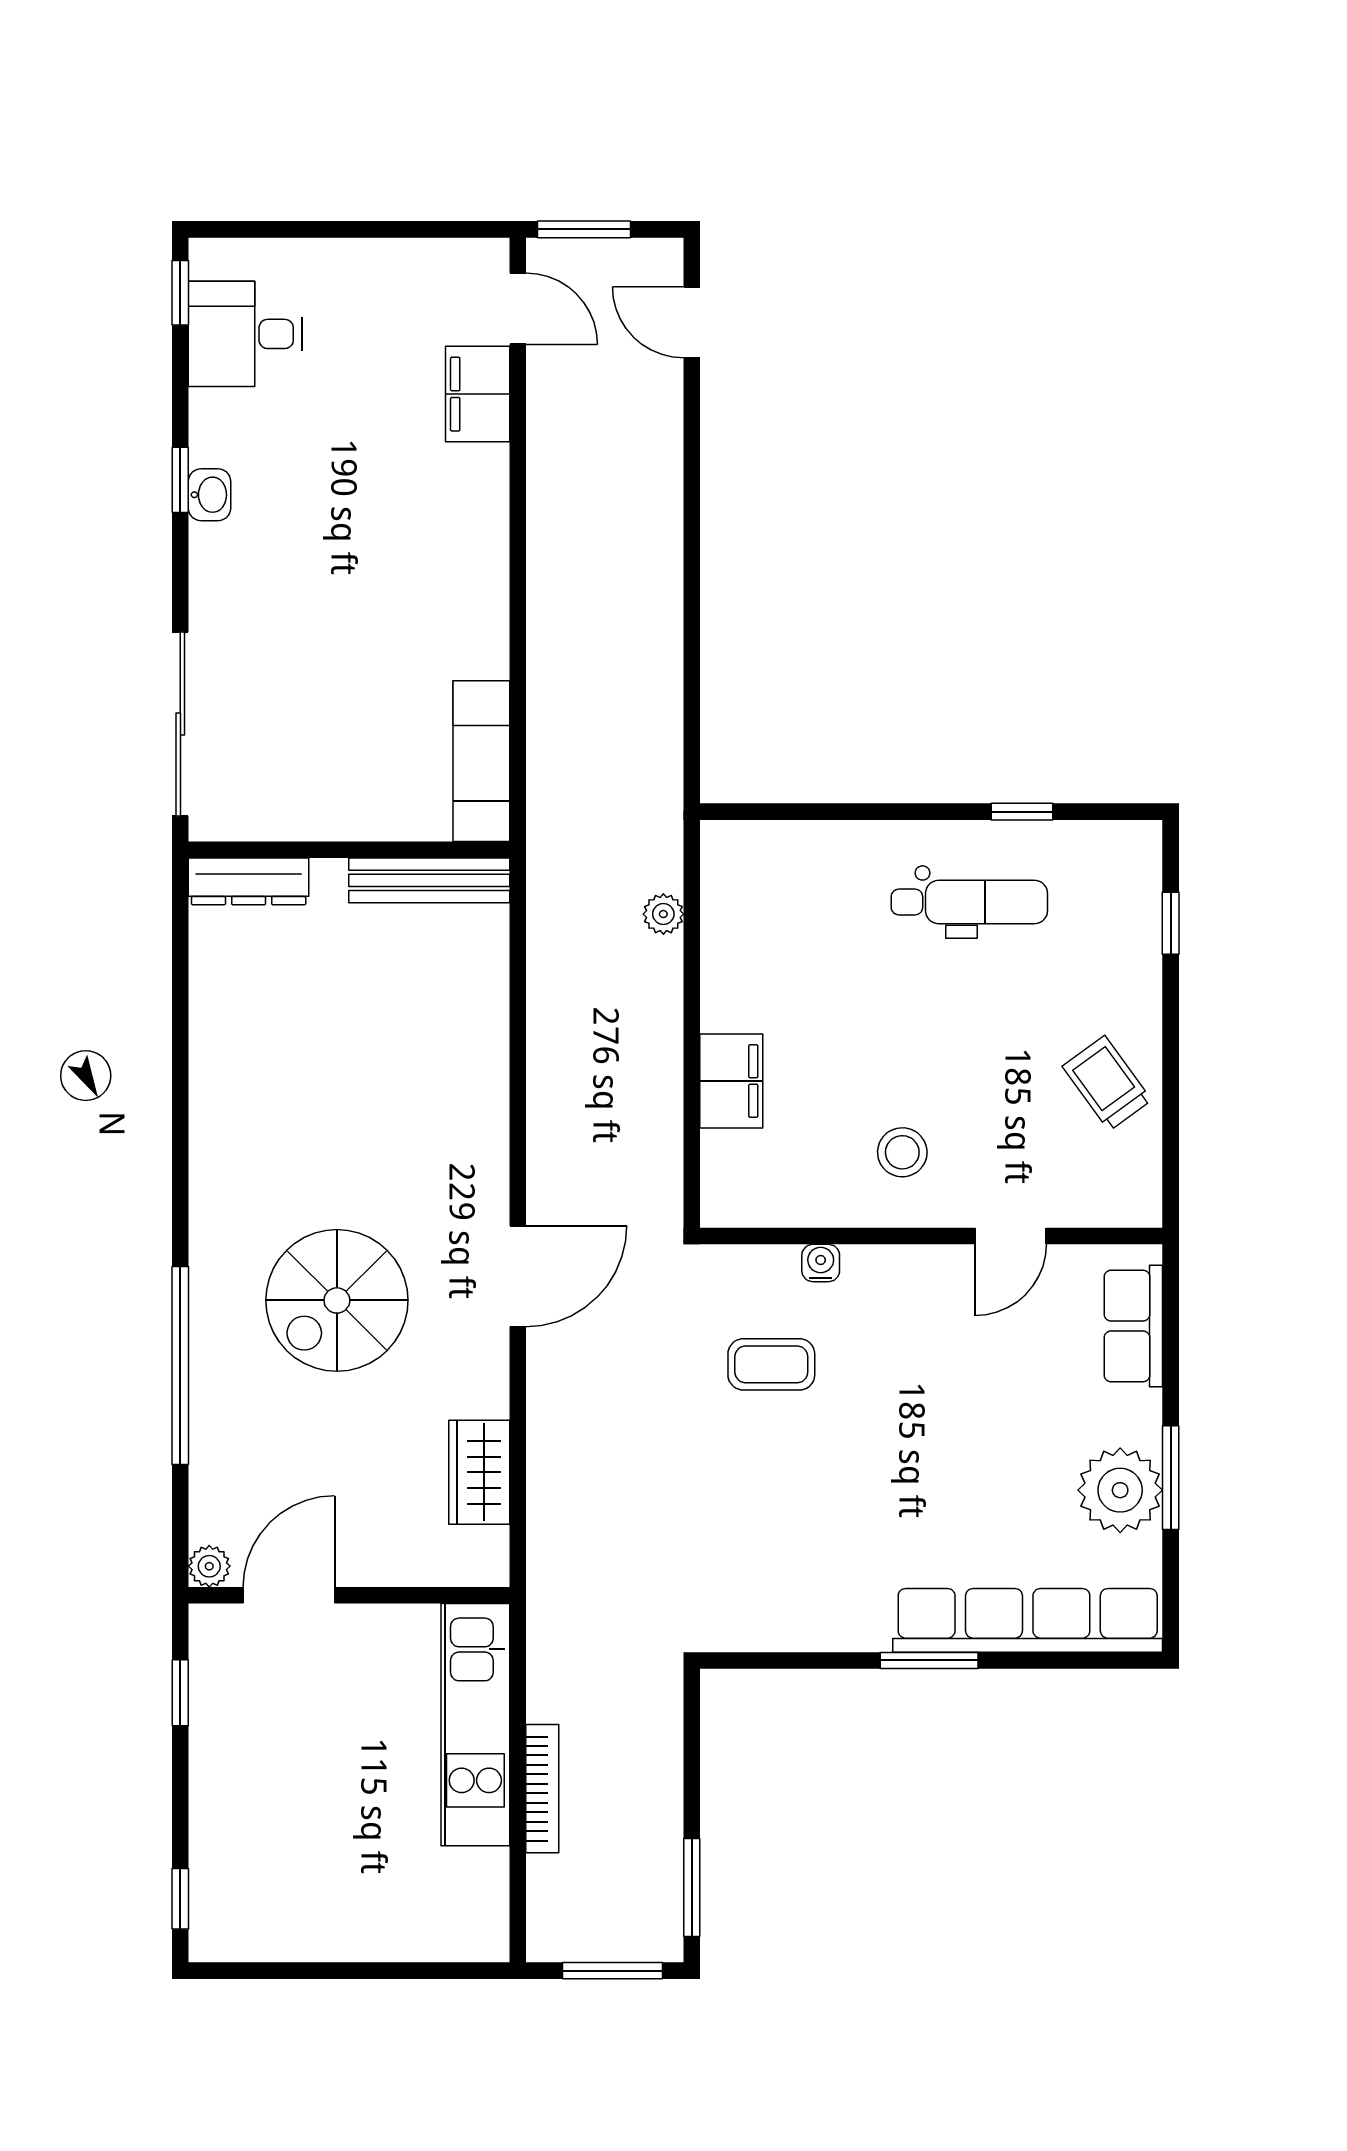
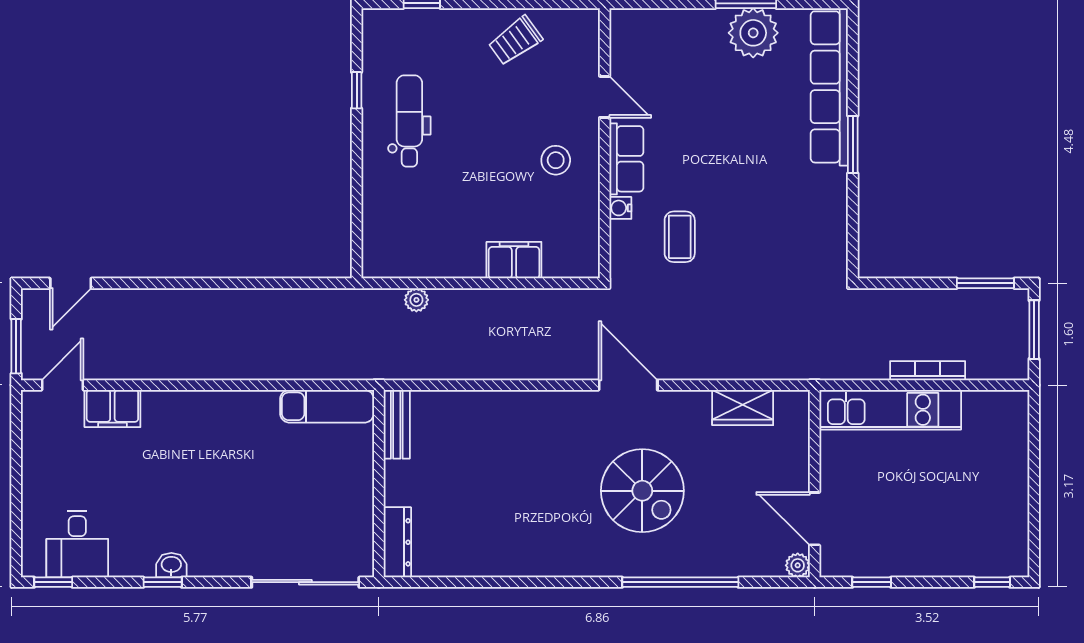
bench: (429, 880) -> (397, 424), width x0.73
row of seats: (1133, 1326) -> (626, 159), moved, turned -90

